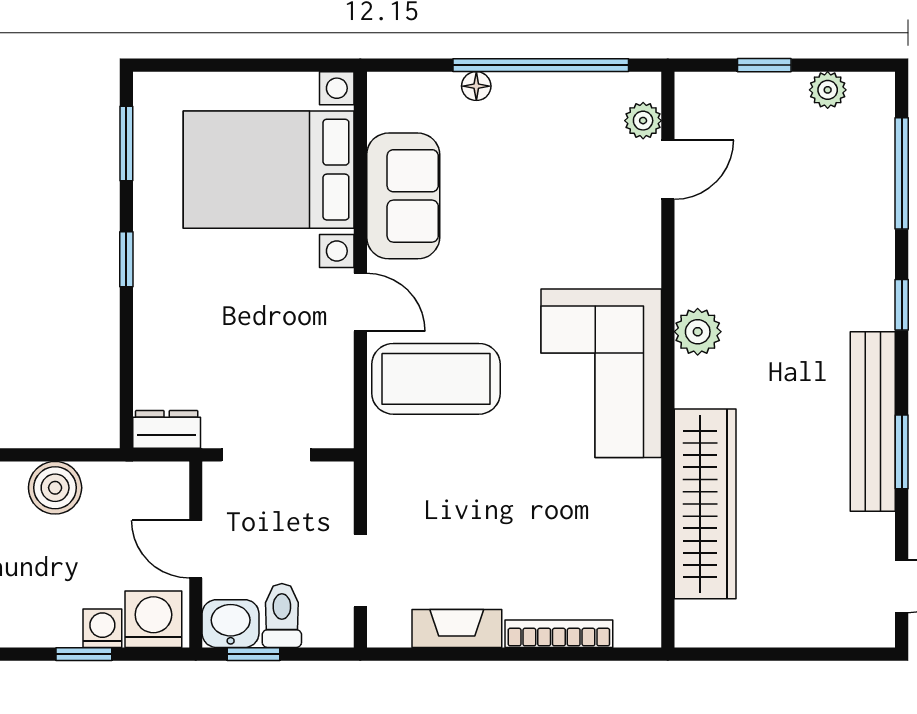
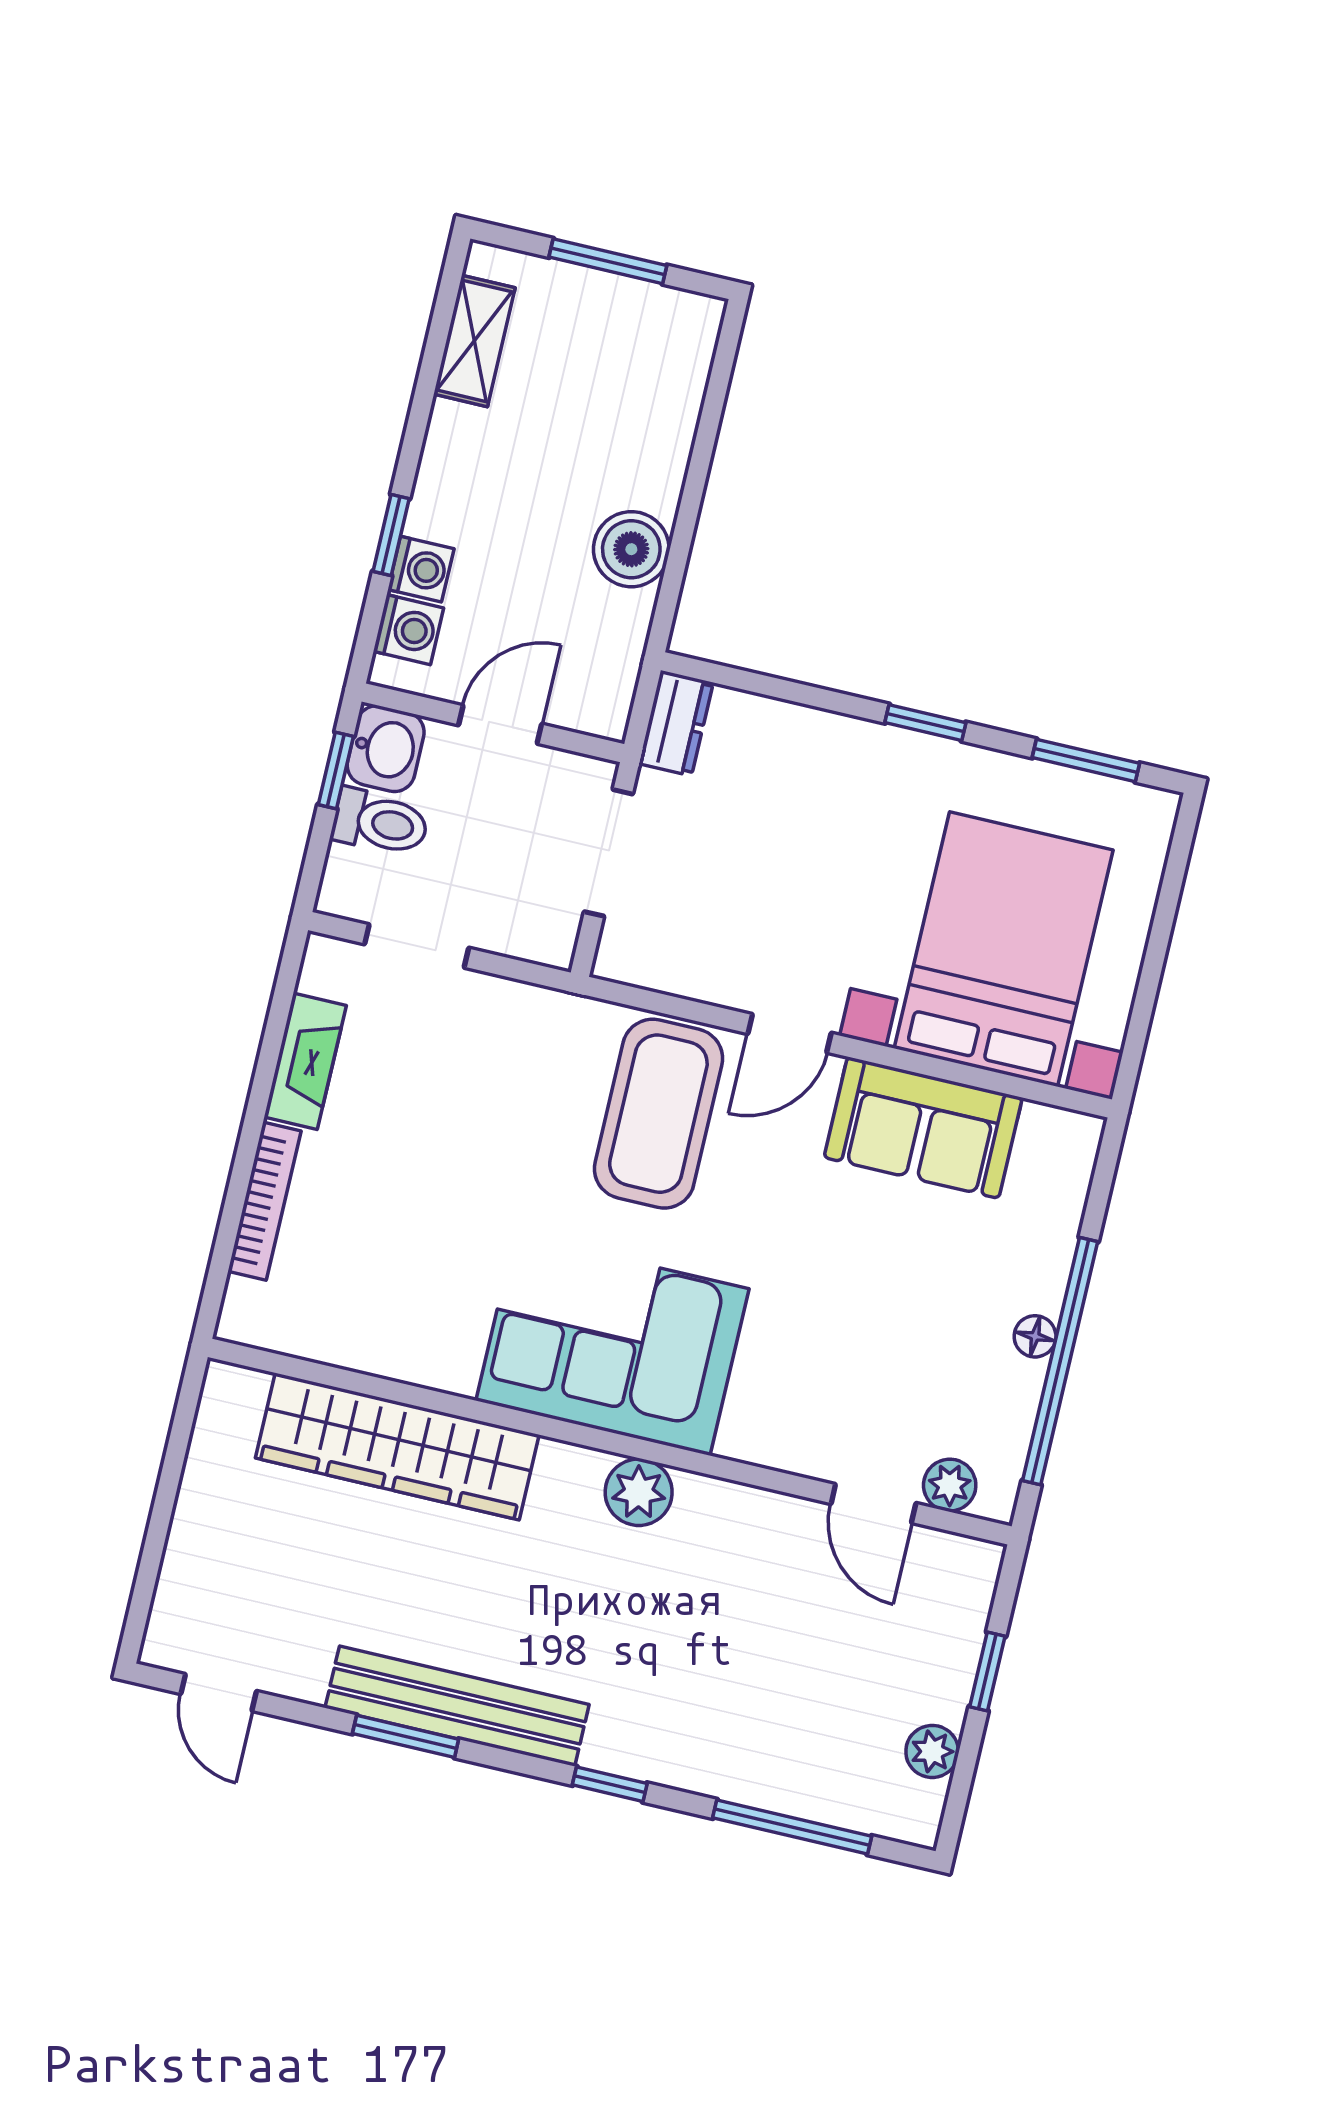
floor lamp: (476, 86) -> (1035, 1336), moved
washing machine: (153, 619) -> (408, 630), width x0.73, depth x0.73

